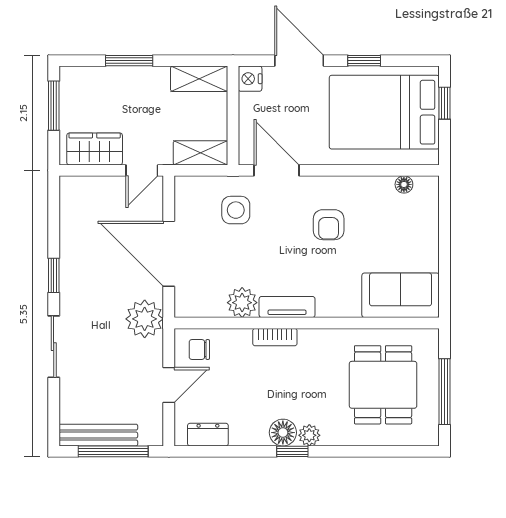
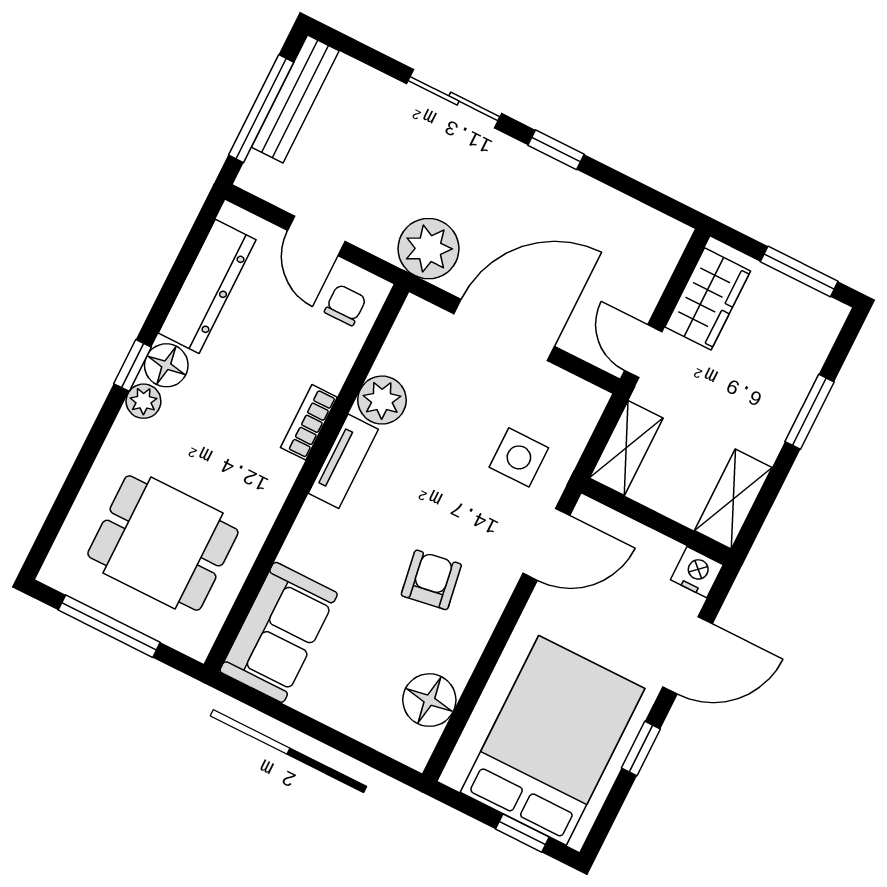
floor lamp: (404, 184) -> (429, 700), width x1.89, depth x1.89
armchair: (329, 225) -> (431, 580), turned 81
dresser: (208, 435) -> (207, 286), width x1.96, depth x1.24

